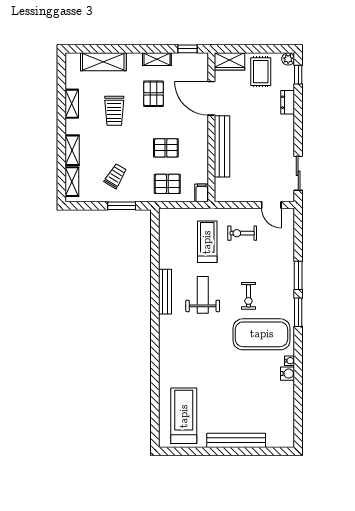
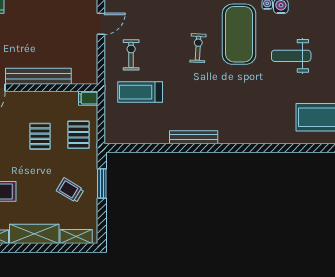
shelving: (72, 150) -> (34, 234), width x1.50, depth x1.33
exercise bike: (242, 233) -> (131, 55), turned 180
weight bench: (203, 295) -> (291, 56), moved
exercise bike: (248, 296) -> (198, 48), turned -87

